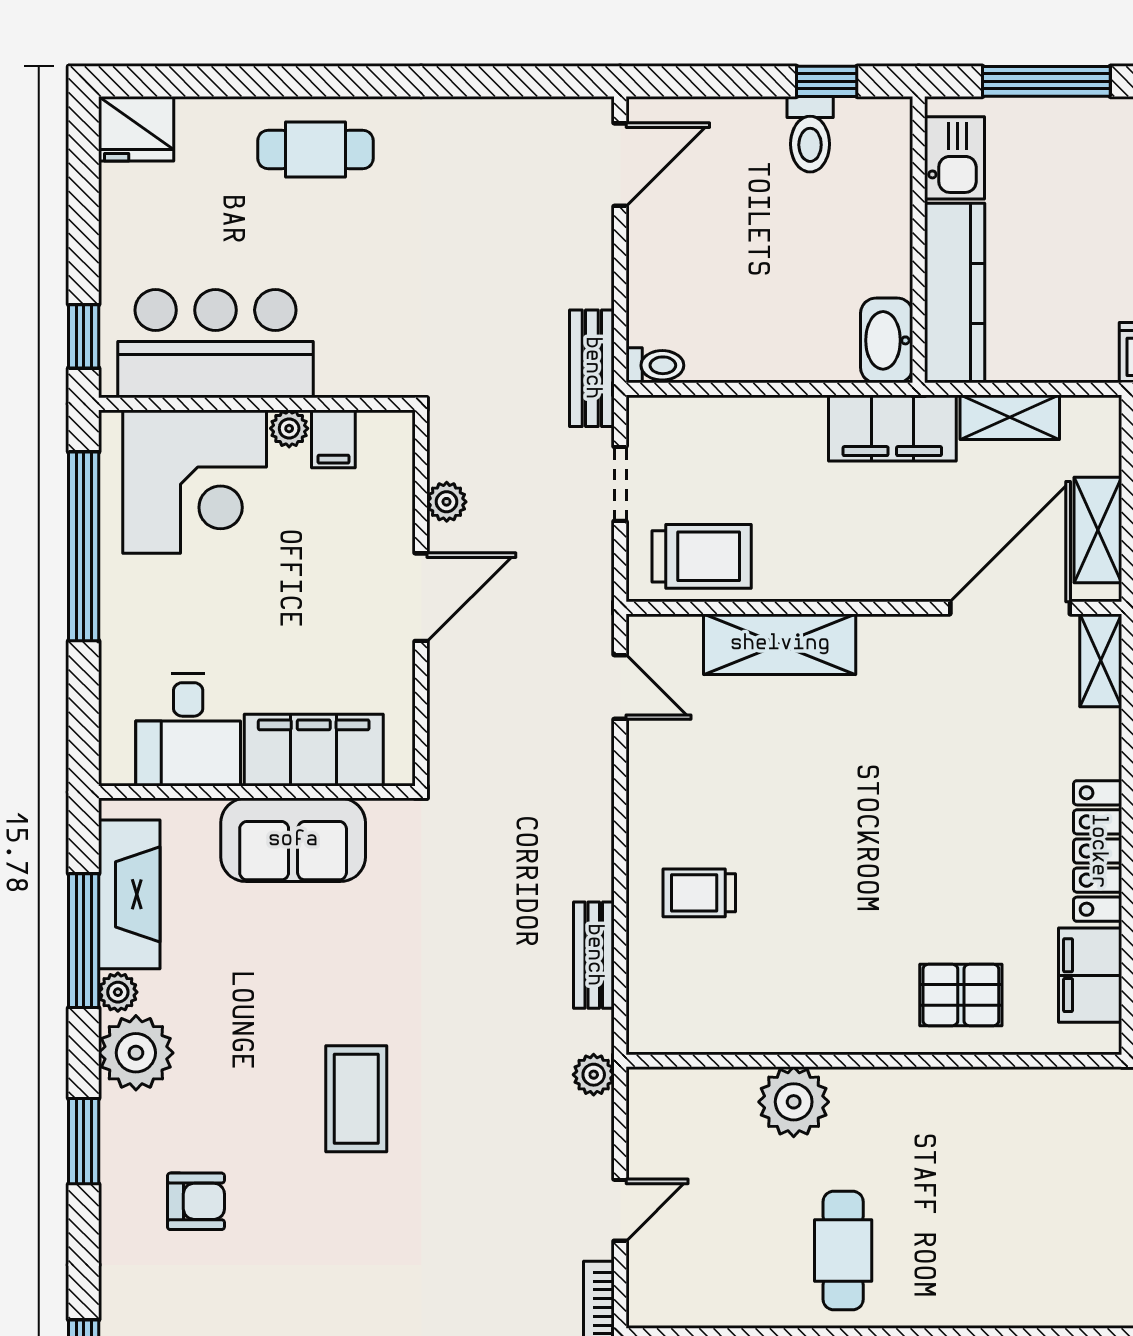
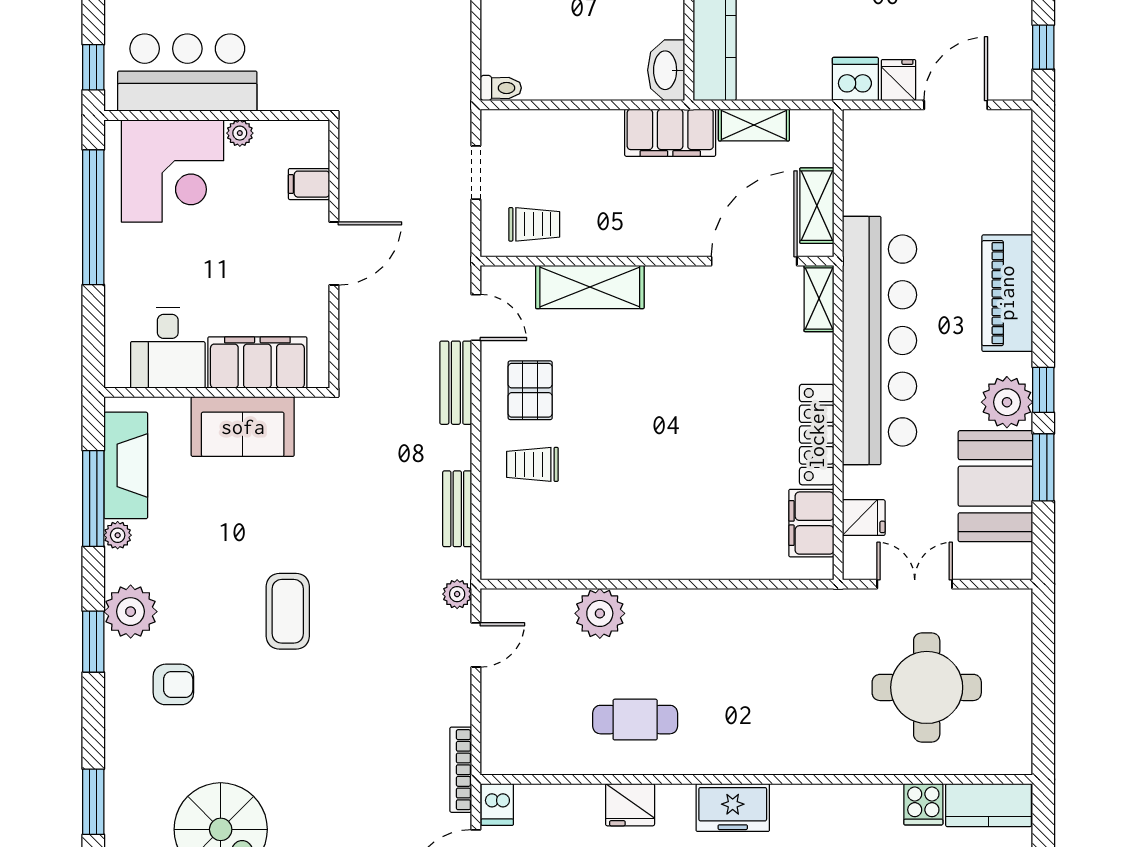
bench: (592, 368) -> (456, 383), moved
filing cabinet: (333, 439) -> (309, 184), moved, turned 90
plant: (447, 502) -> (352, 185), removed
trolley: (702, 556) -> (534, 224), width x0.73, depth x0.72
pallet: (961, 995) -> (530, 390), moved, turned 90
plant: (136, 1053) -> (131, 612), moved
door: (620, 1210) -> (476, 645), moved
cafe table: (843, 1251) -> (635, 720), turned 90

